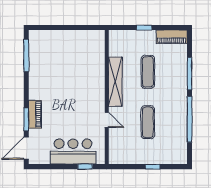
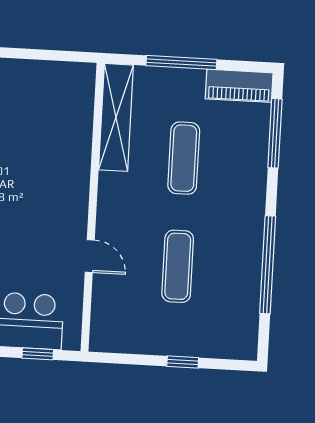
window: (144, 27) -> (181, 63), width x2.17
window: (190, 74) -> (275, 133), moved
shelving: (115, 82) -> (116, 117), moved

